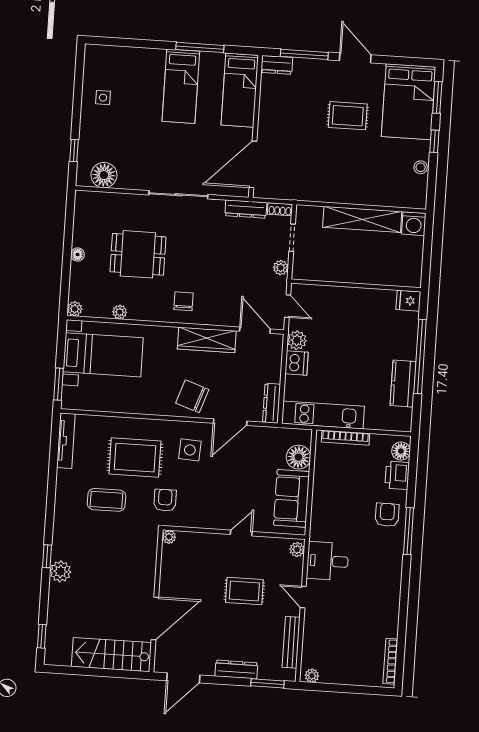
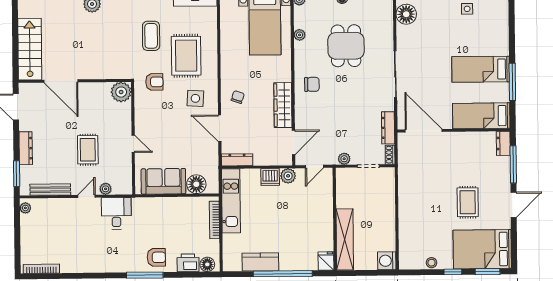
shelving: (362, 219) -> (345, 239), moved
chair: (192, 396) -> (238, 97), width x0.54, depth x0.54
plant: (169, 537) -> (121, 92), width x1.87, depth x1.87
plant: (297, 549) -> (106, 189), moved

